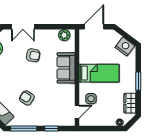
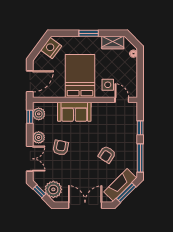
window: (62, 27) -> (30, 117), added
door: (94, 27) -> (30, 81), swing flipped
plant: (43, 35) -> (39, 137), added
bed: (99, 73) -> (80, 76), width x1.50

